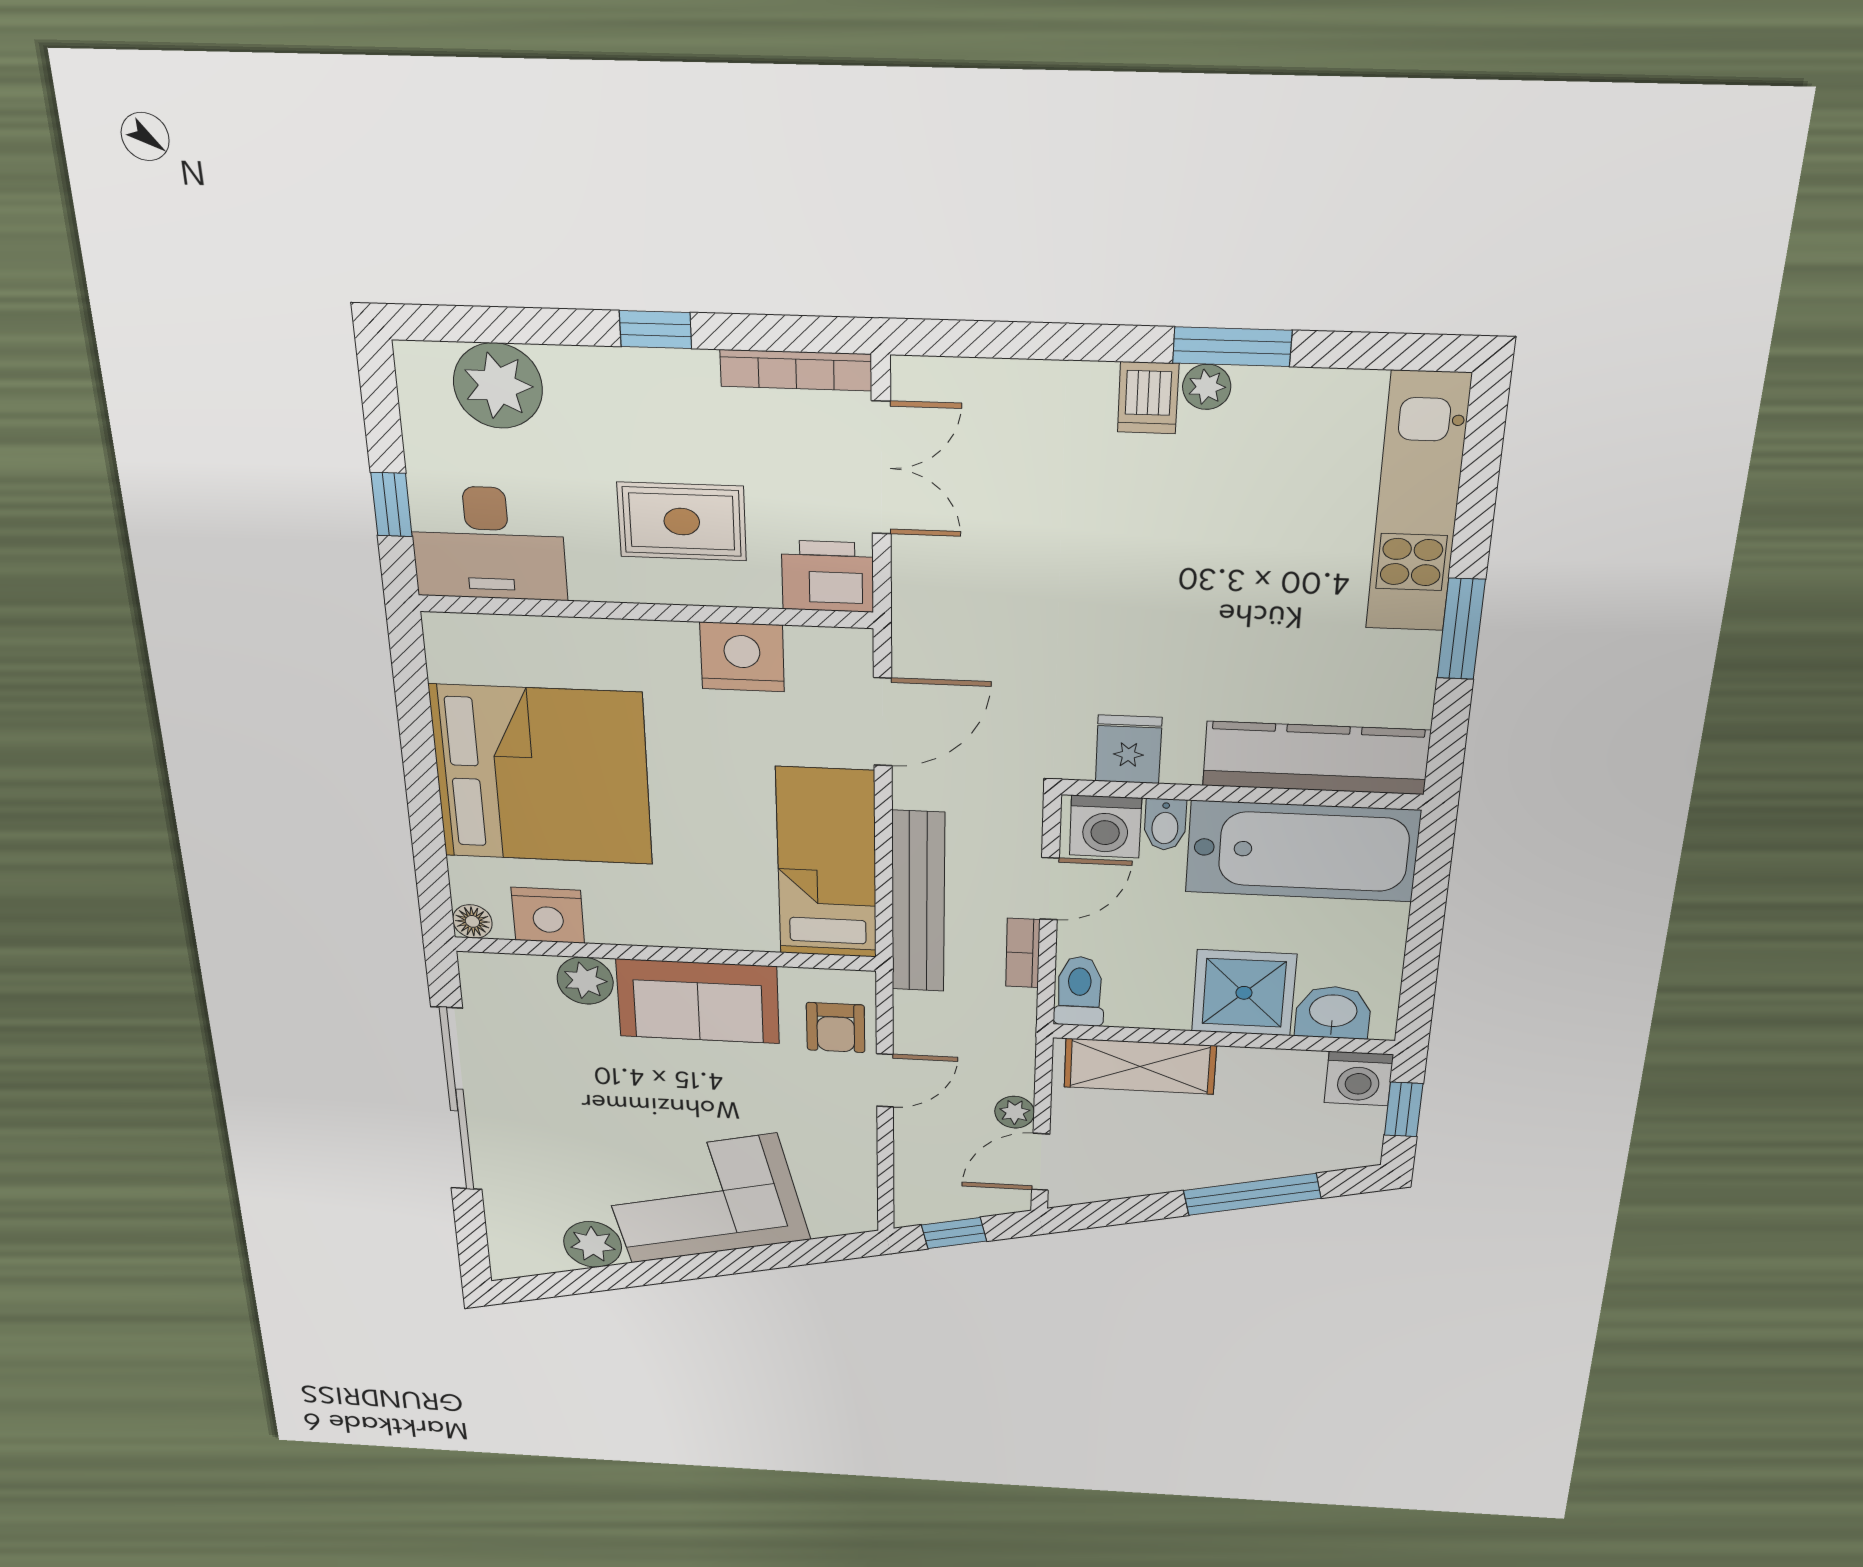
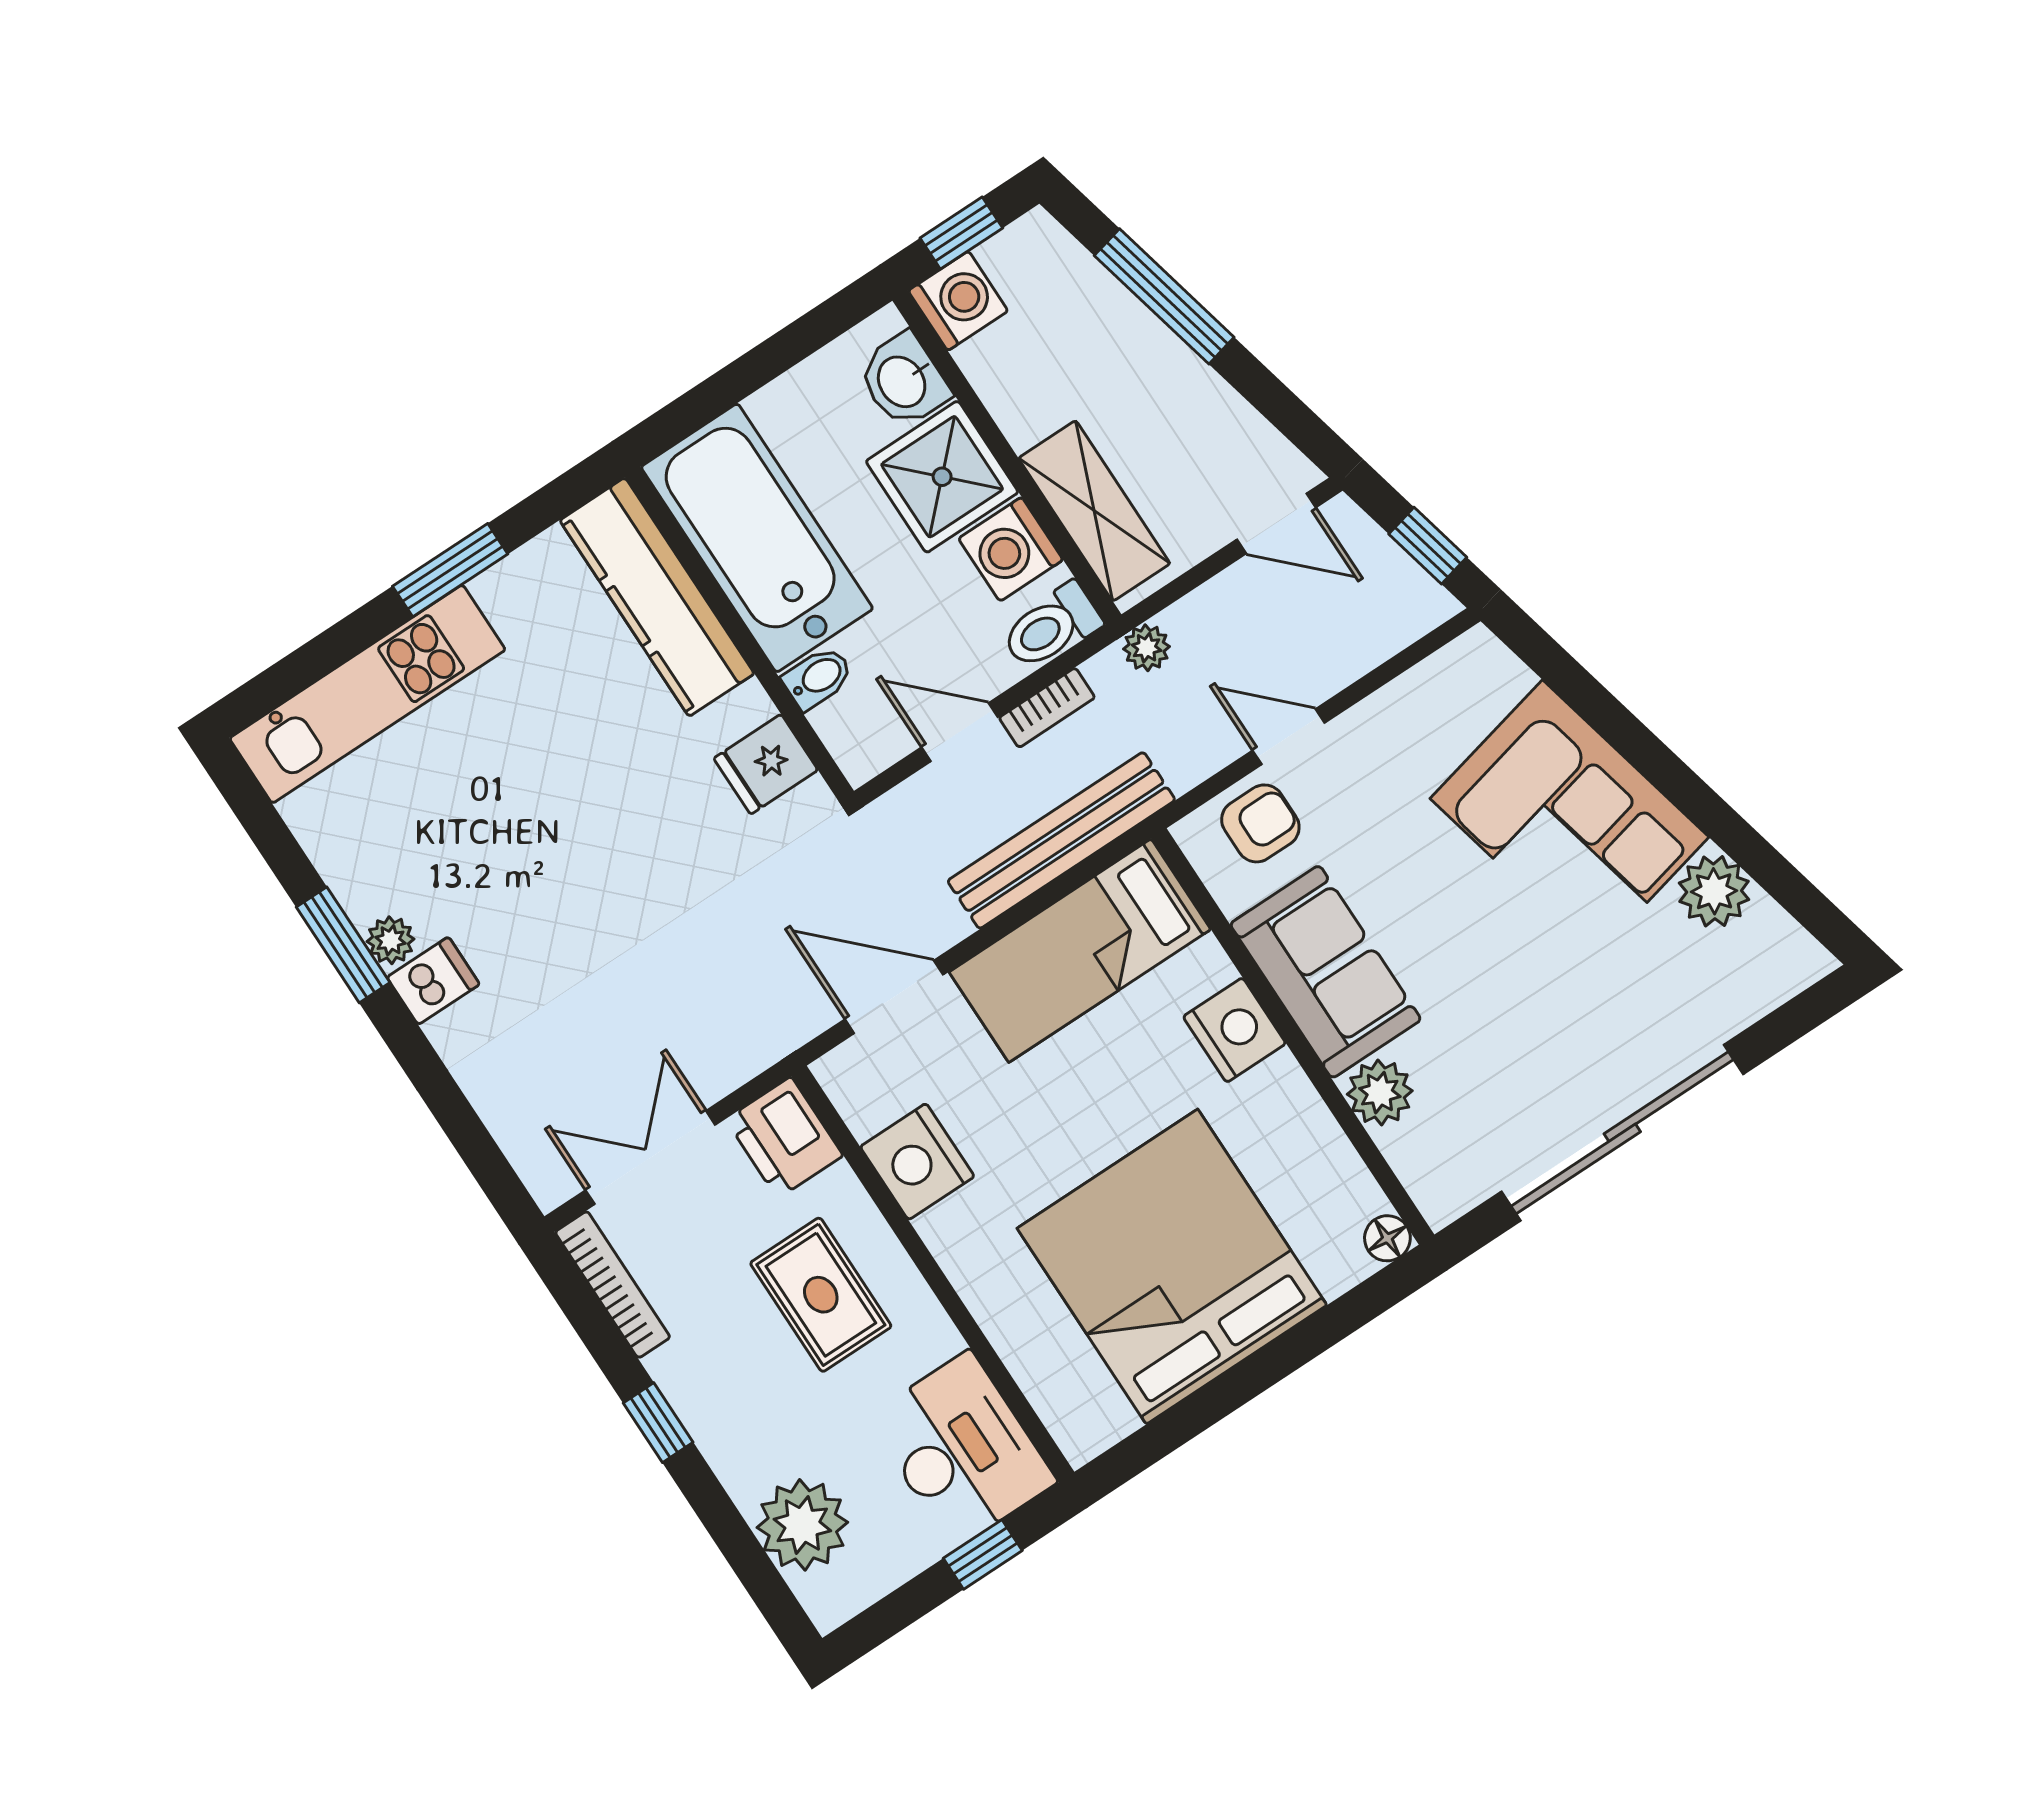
washing machine: (1105, 827) -> (1011, 549), moved, turned 180
nightstand: (548, 915) -> (1235, 1030), moved
plant: (1015, 1112) -> (1147, 648), moved

